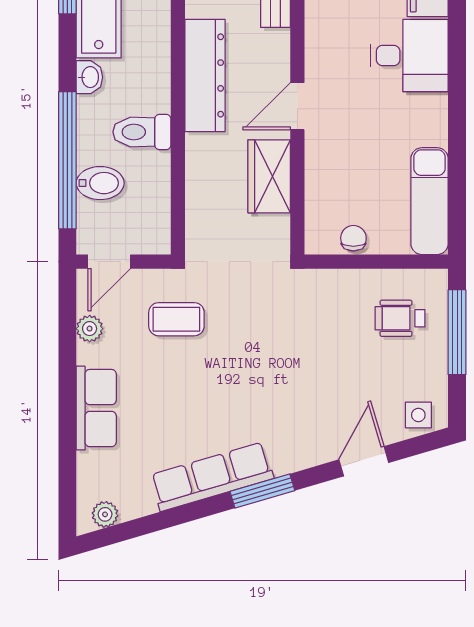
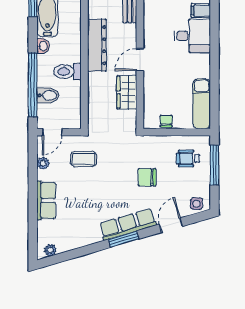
chair: (312, 358) -> (147, 177), added
row of seats: (212, 477) -> (128, 224), moved

